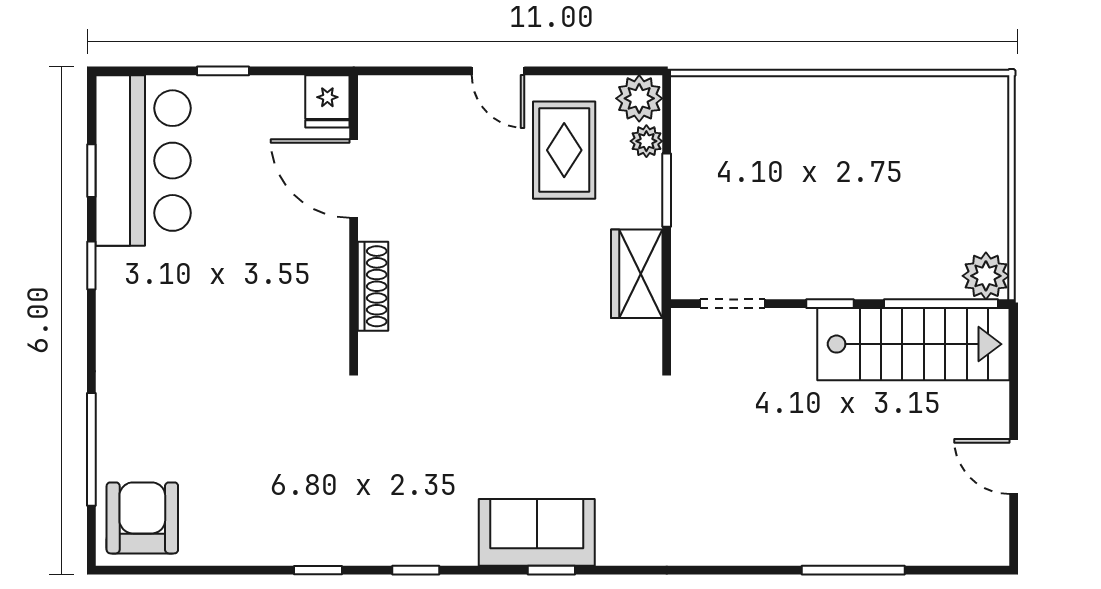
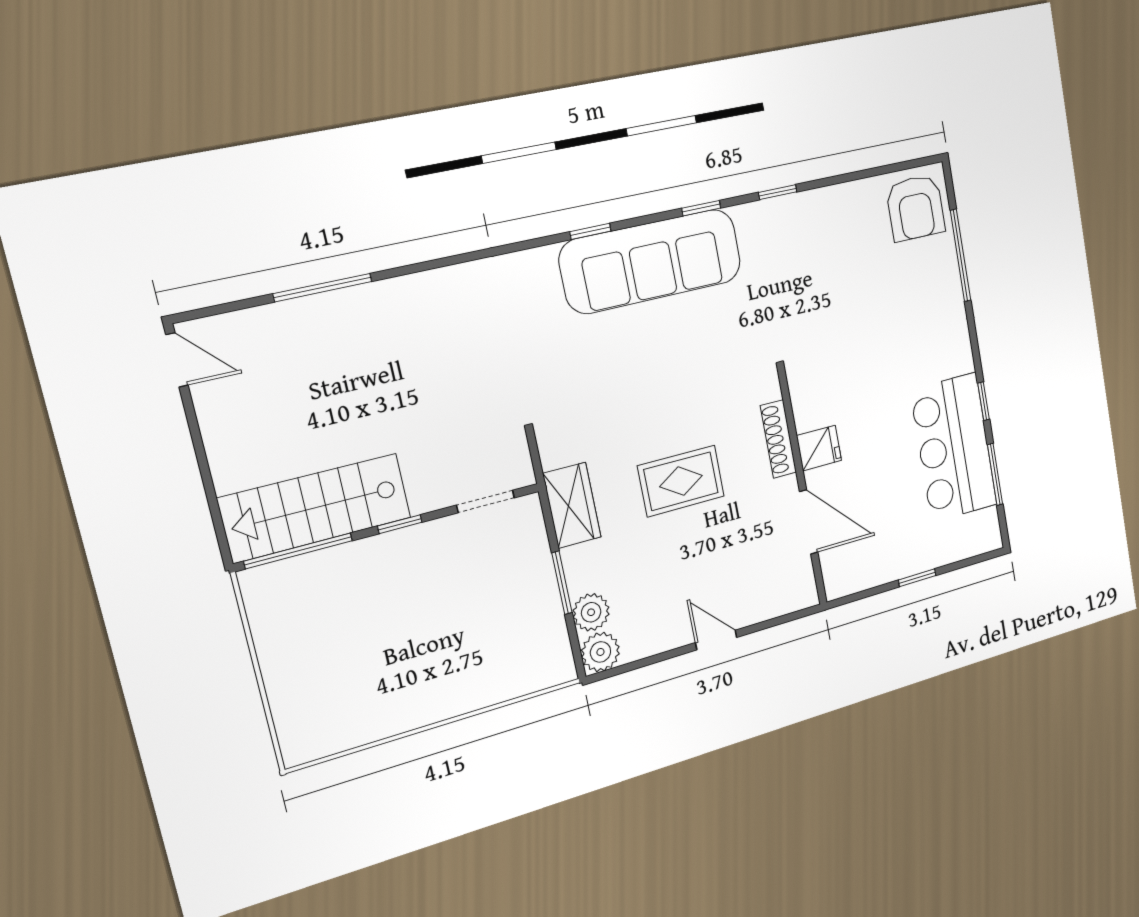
fridge: (327, 101) -> (819, 448), moved, turned 90
plant: (646, 141) -> (591, 612), width x1.38, depth x1.38
rug: (564, 150) -> (681, 481), moved, turned 90
bar counter: (143, 161) -> (954, 448), moved
window: (91, 171) -> (995, 474), width x1.50
plant: (986, 276) -> (262, 587), removed
door: (1014, 467) -> (177, 360), moved
sofa: (537, 532) -> (651, 261), width x1.85, depth x1.27

